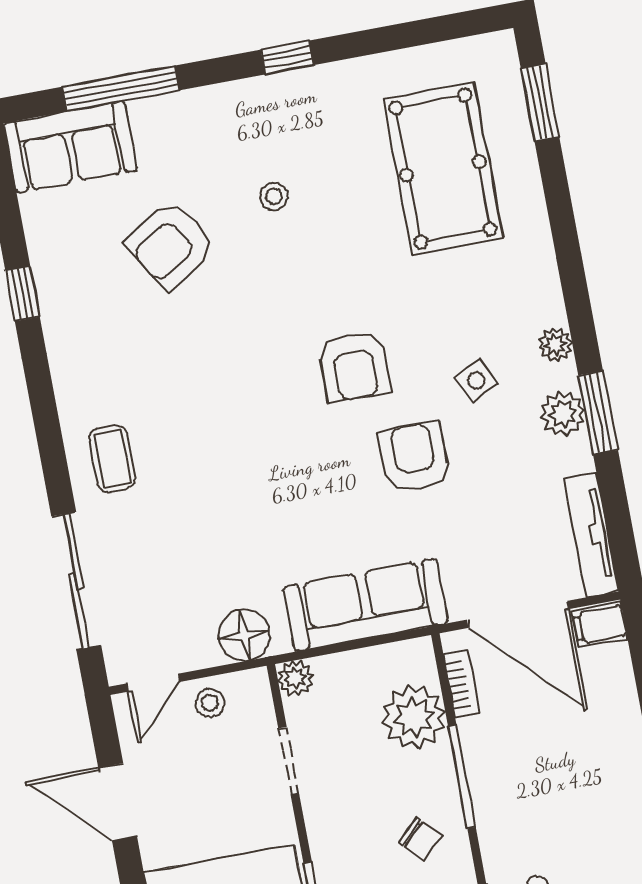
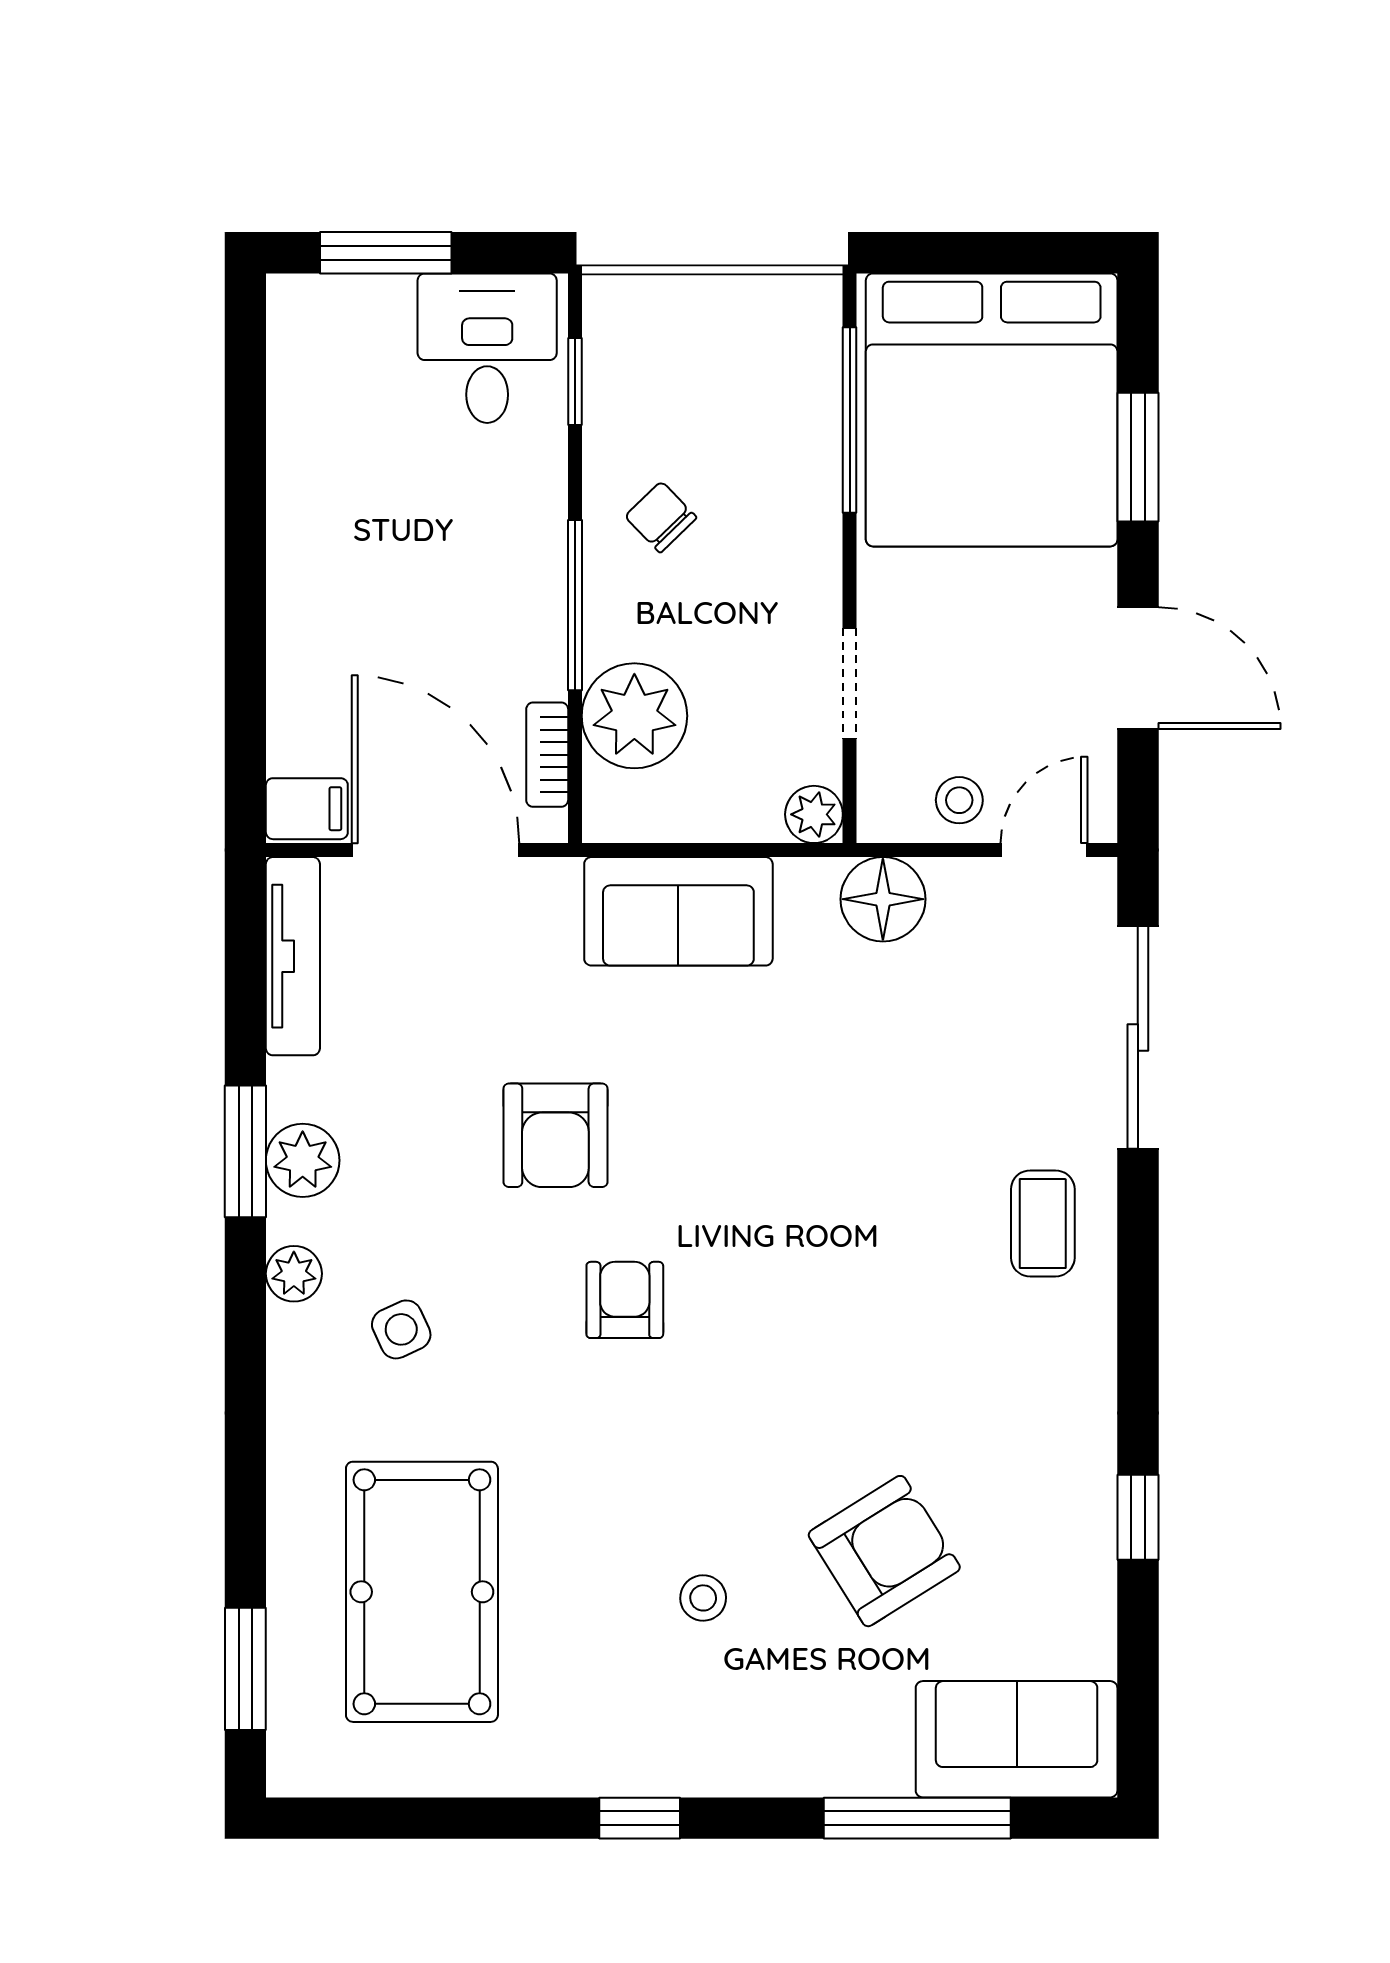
armchair: (354, 366) -> (625, 1300), width x0.72, depth x0.72
side table: (476, 380) -> (401, 1329), moved
sofa: (366, 605) -> (678, 911), width x0.73

